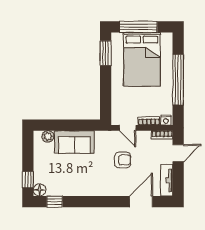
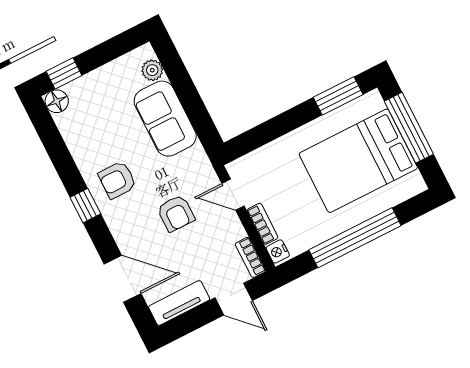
door: (128, 128) -> (233, 195), hinge flipped
armchair: (92, 180) -> (117, 180), added
window: (55, 202) -> (85, 206), moved

